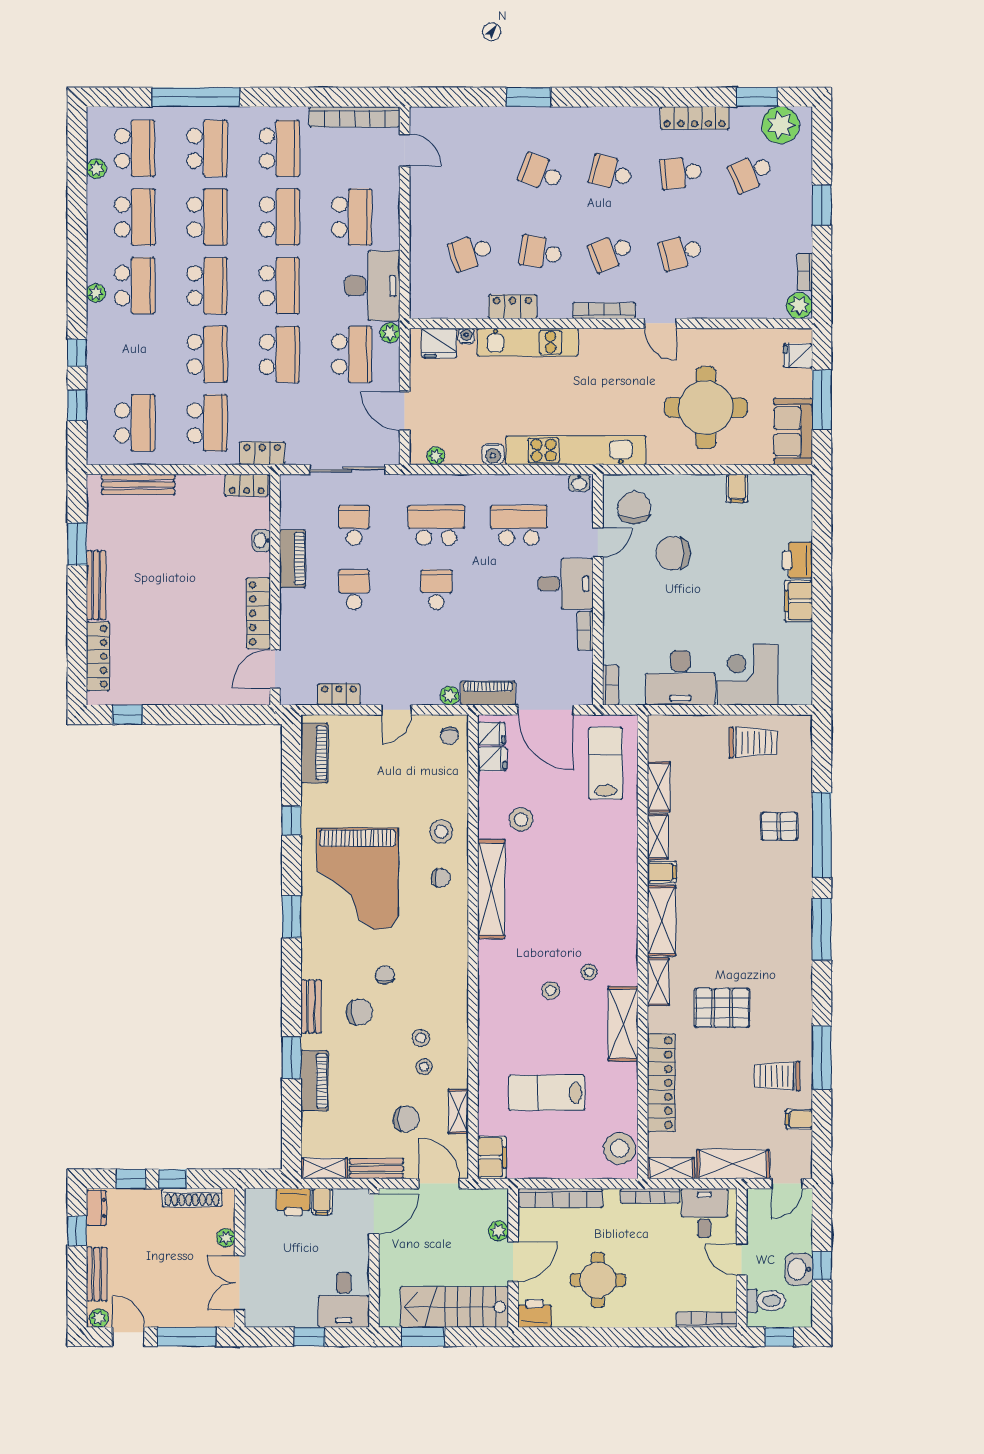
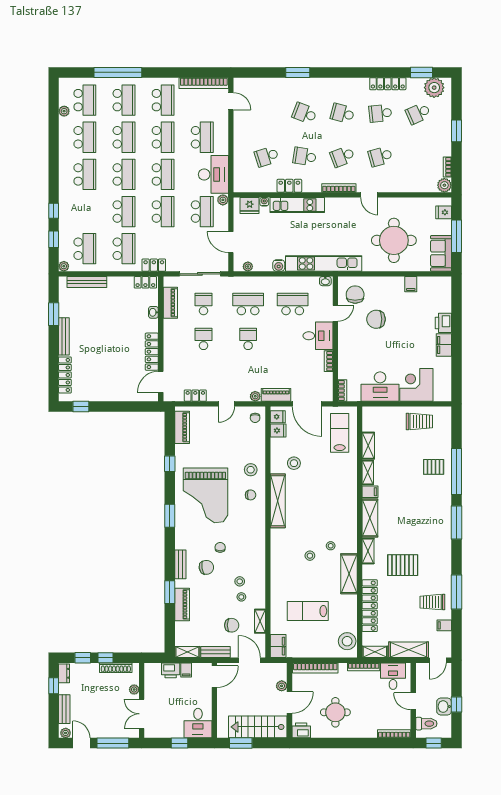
plant: (96, 293) -> (64, 266), moved
piano: (293, 558) -> (170, 303), moved

